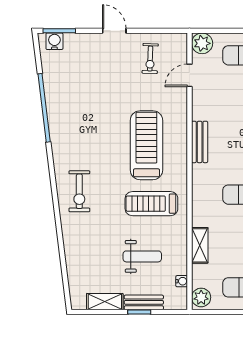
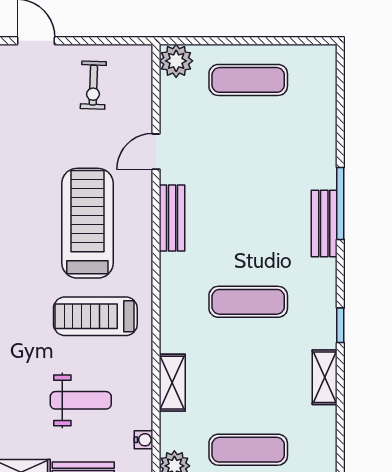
door: (189, 75) -> (156, 152), moved

